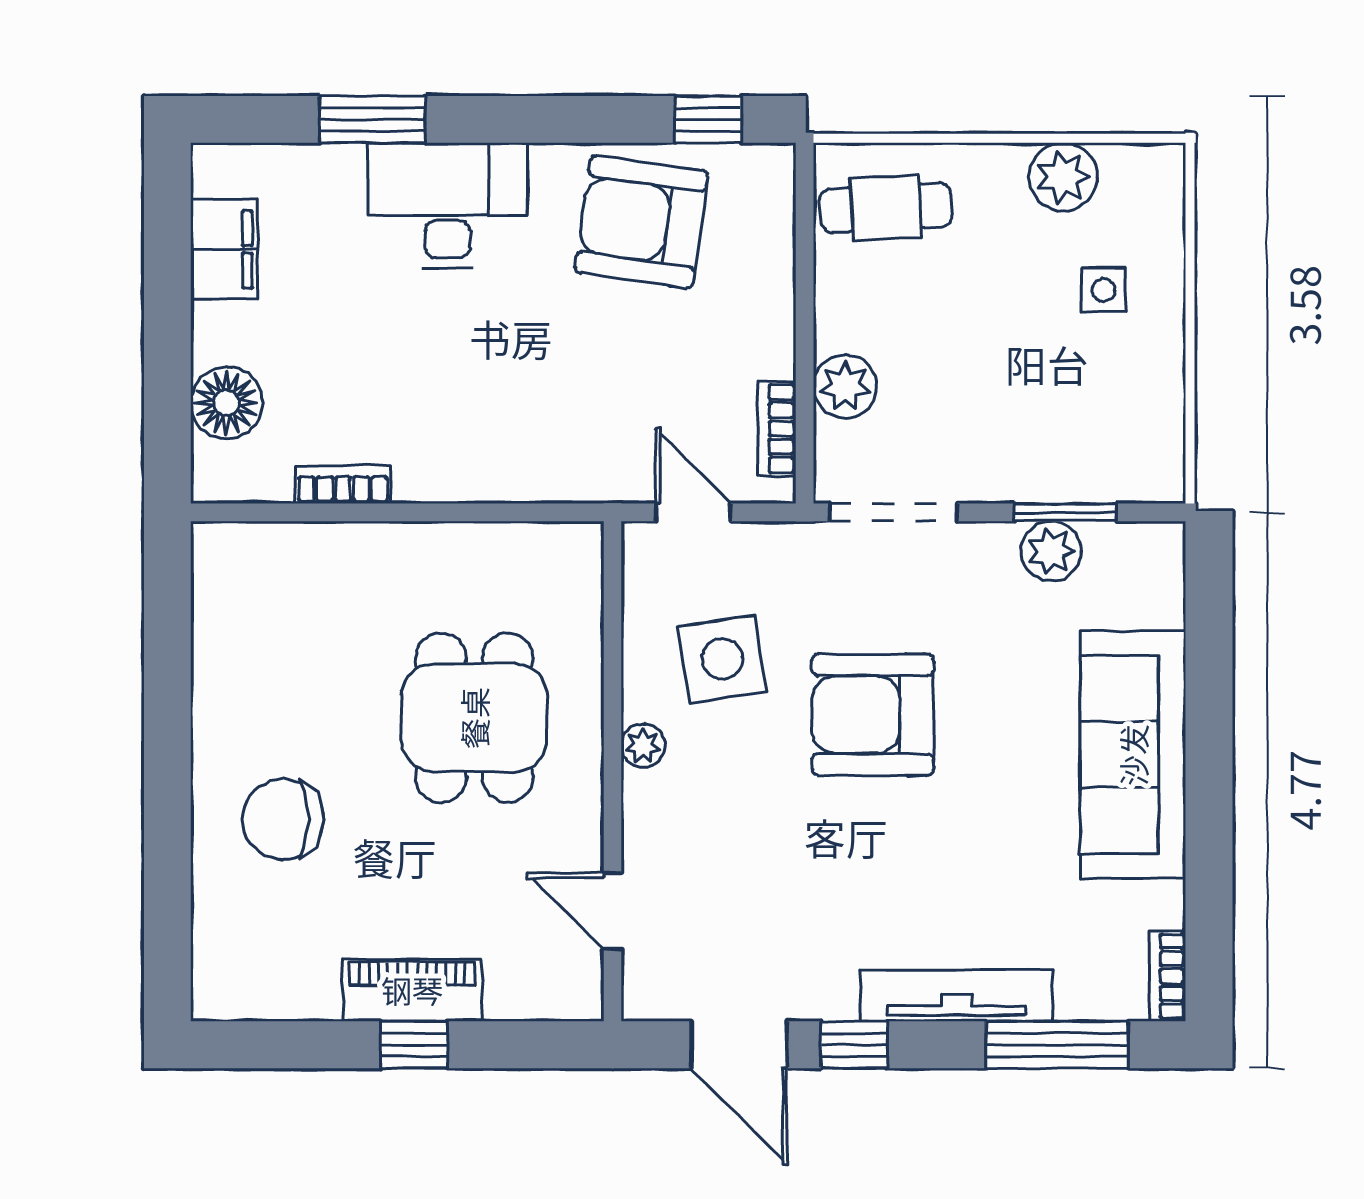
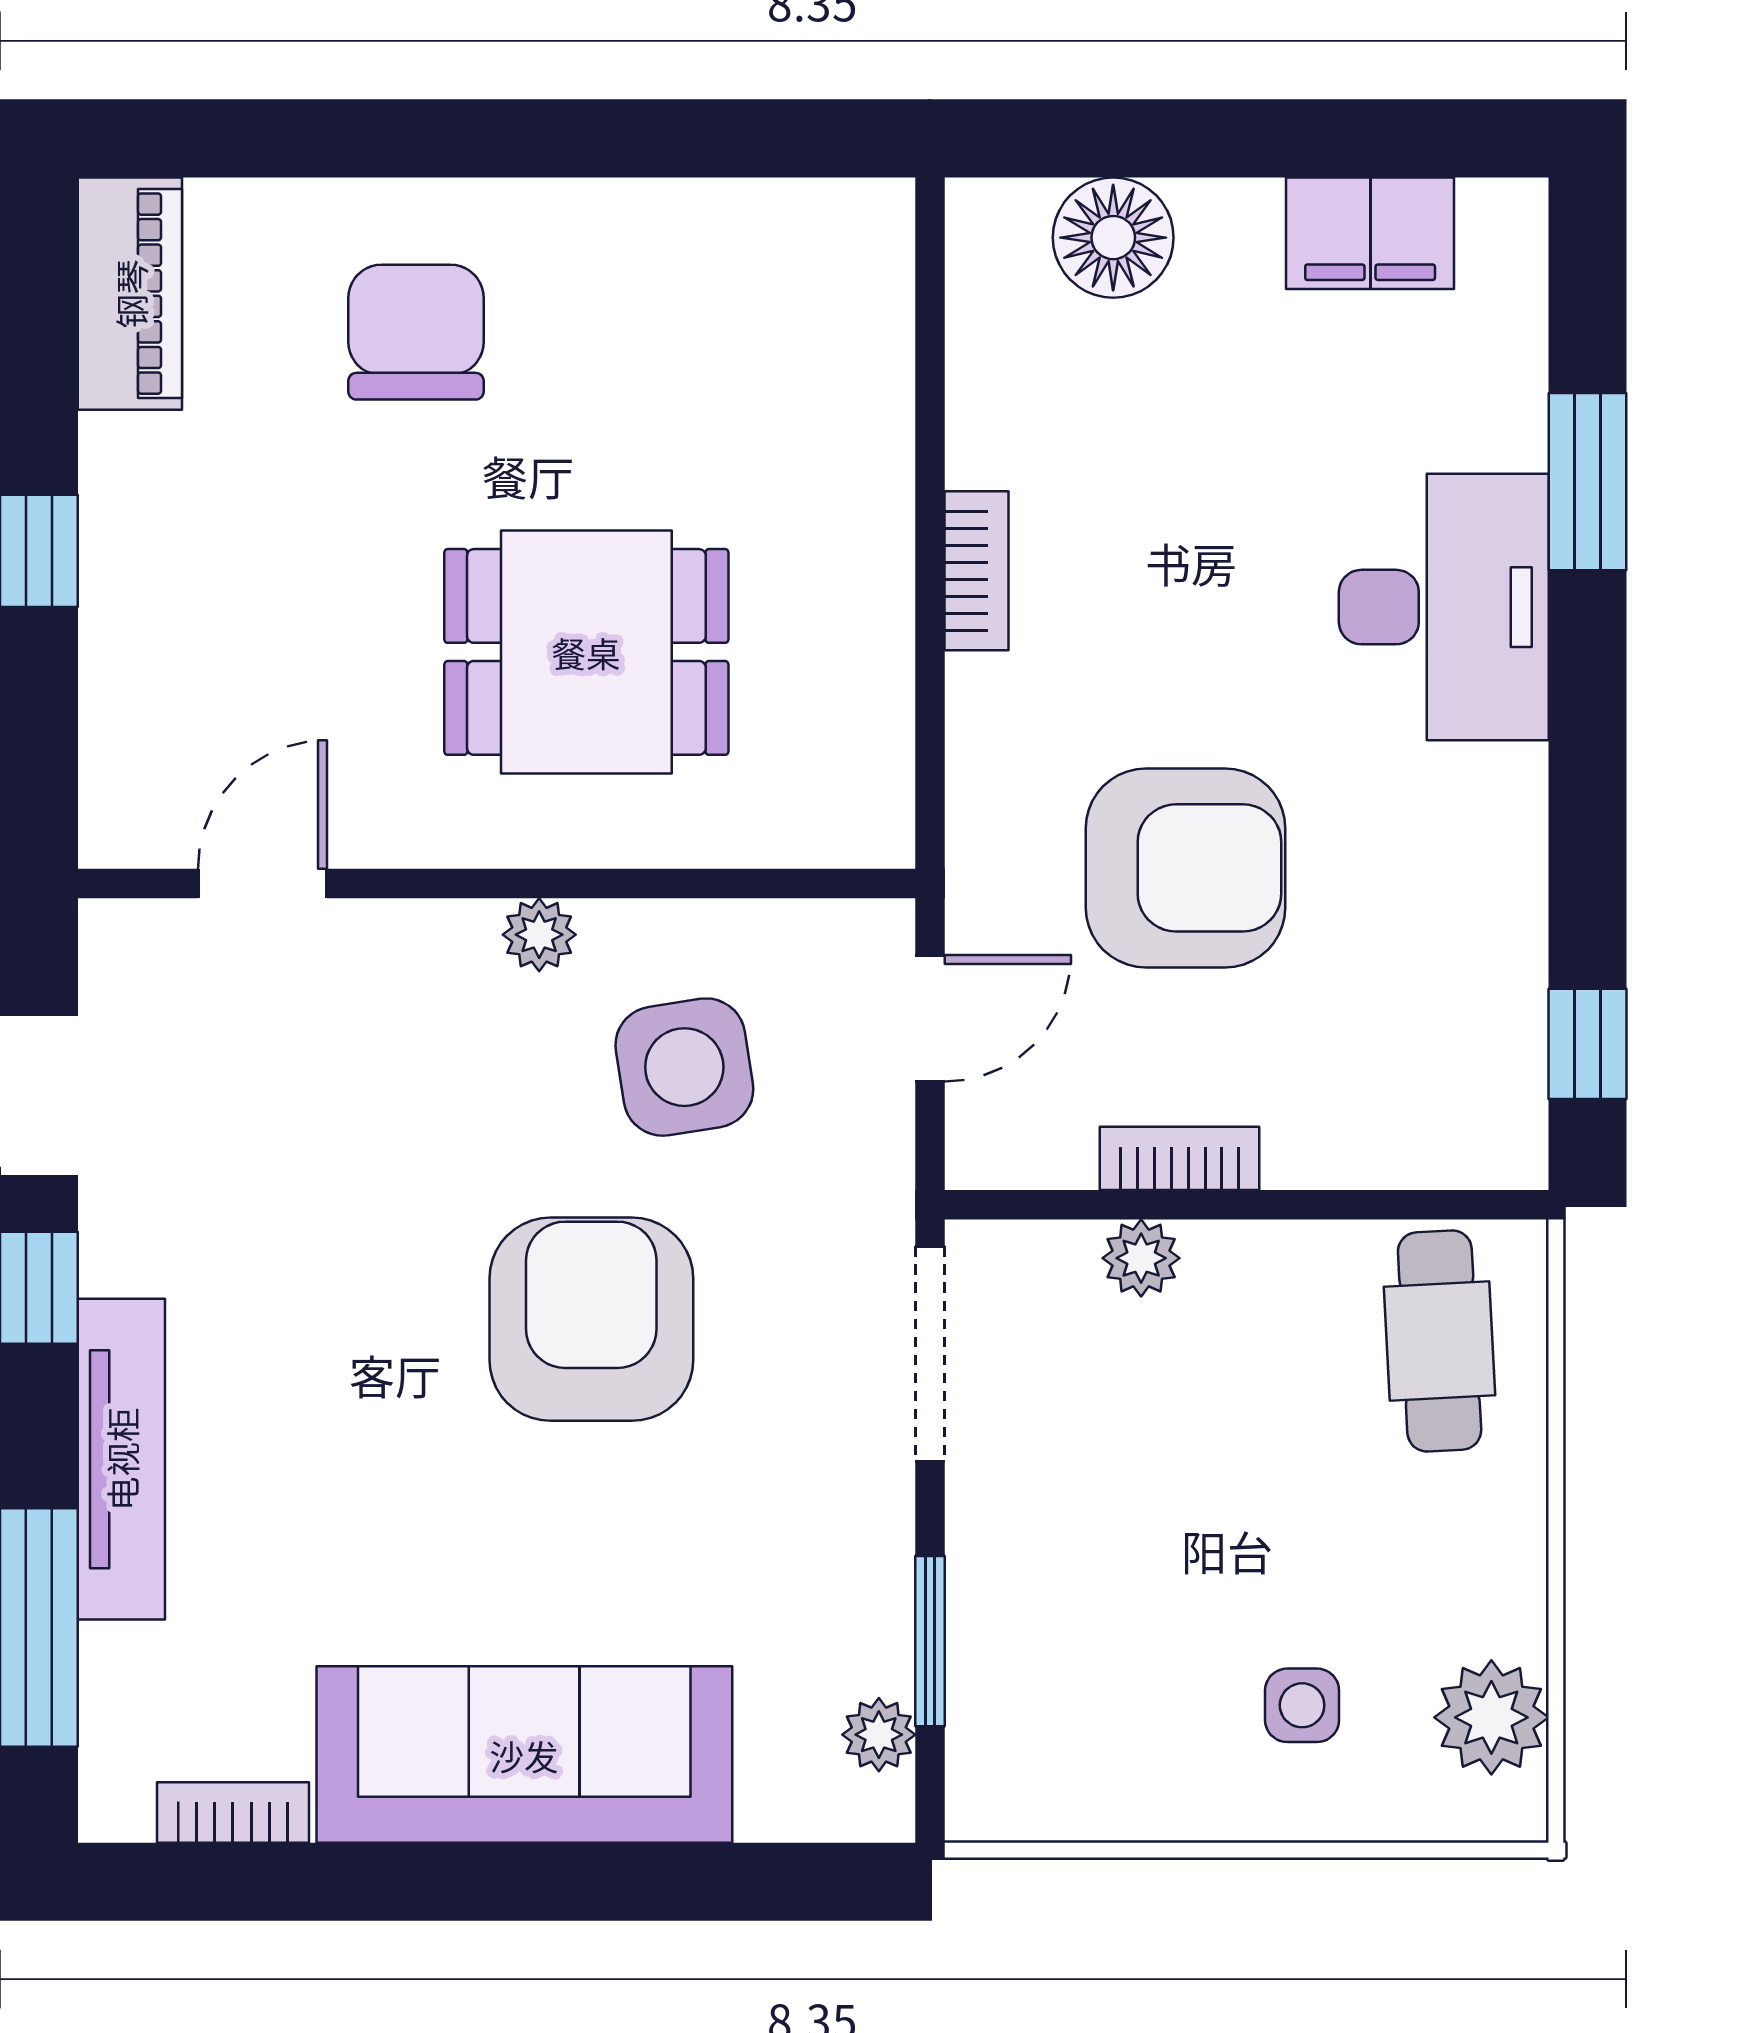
plant: (1063, 177) -> (1491, 1717), moved
armchair: (641, 222) -> (1186, 868), moved, turned 82
plant: (845, 386) -> (1141, 1258), width x0.73, depth x0.73
bookcase: (777, 429) -> (1180, 1158), moved
bookcase: (343, 484) -> (977, 571), moved
plant: (1051, 551) -> (879, 1735), moved, width x0.73, depth x0.73
bookcase: (1168, 976) -> (233, 1812), moved
piano: (412, 990) -> (130, 294), moved

